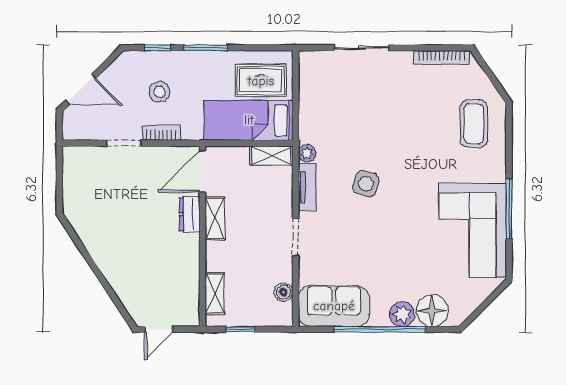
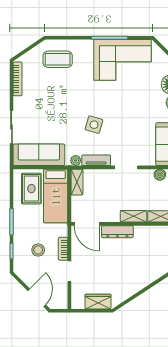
sofa: (316, 93) -> (39, 155), added
wardrobe: (74, 190) -> (98, 302), added
dresser: (190, 214) -> (117, 232), width x1.44
shelving: (215, 218) -> (134, 216), moved

